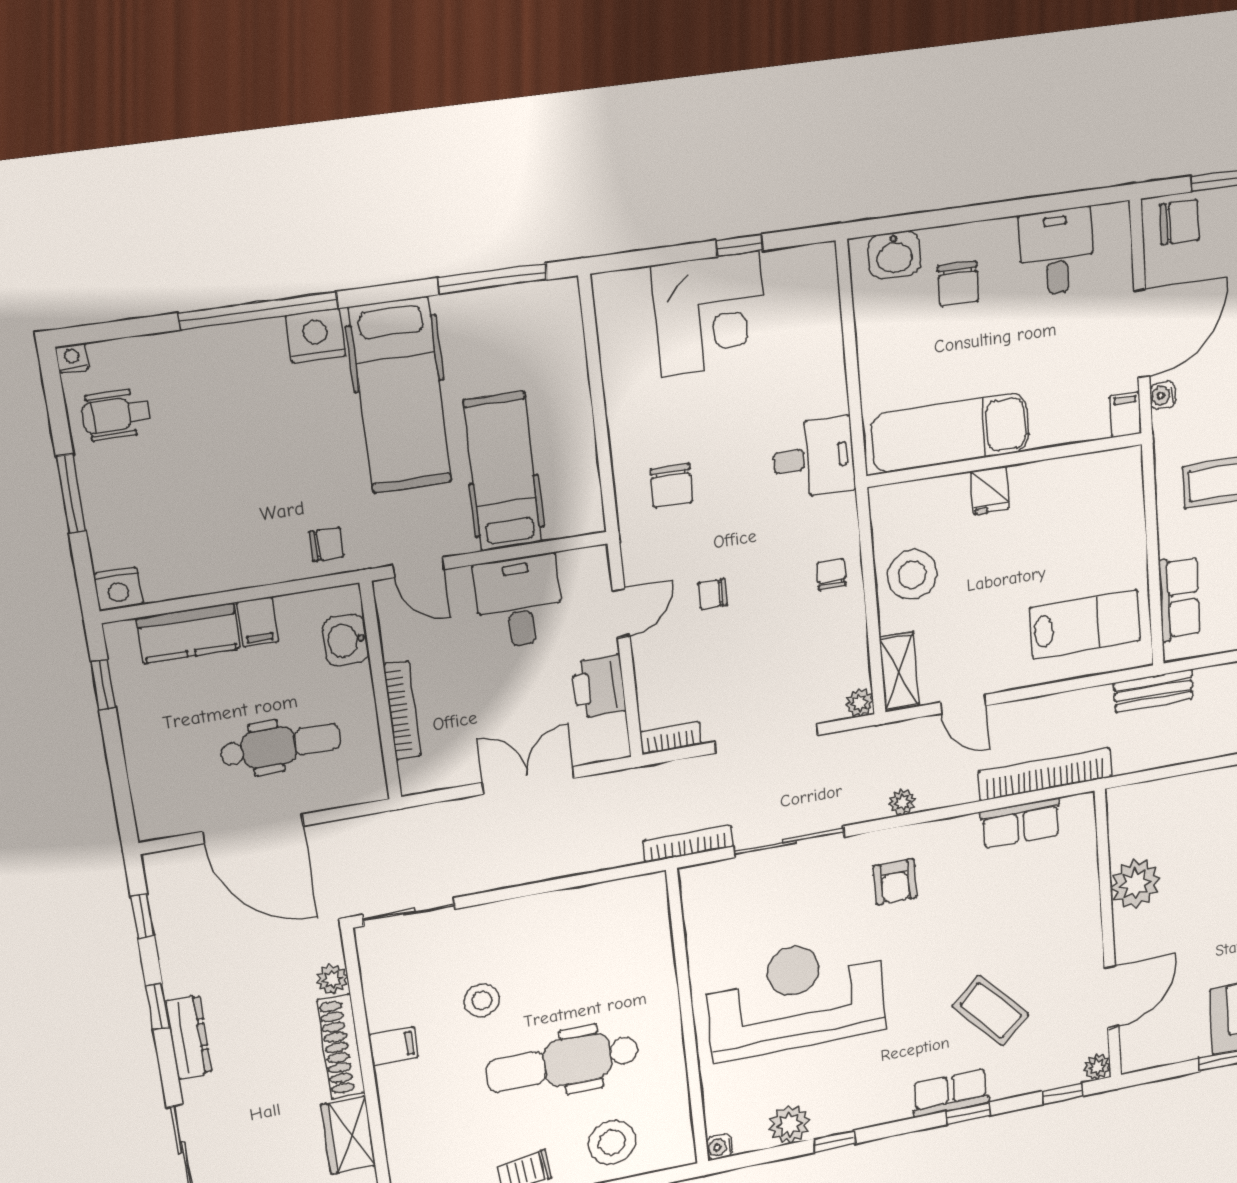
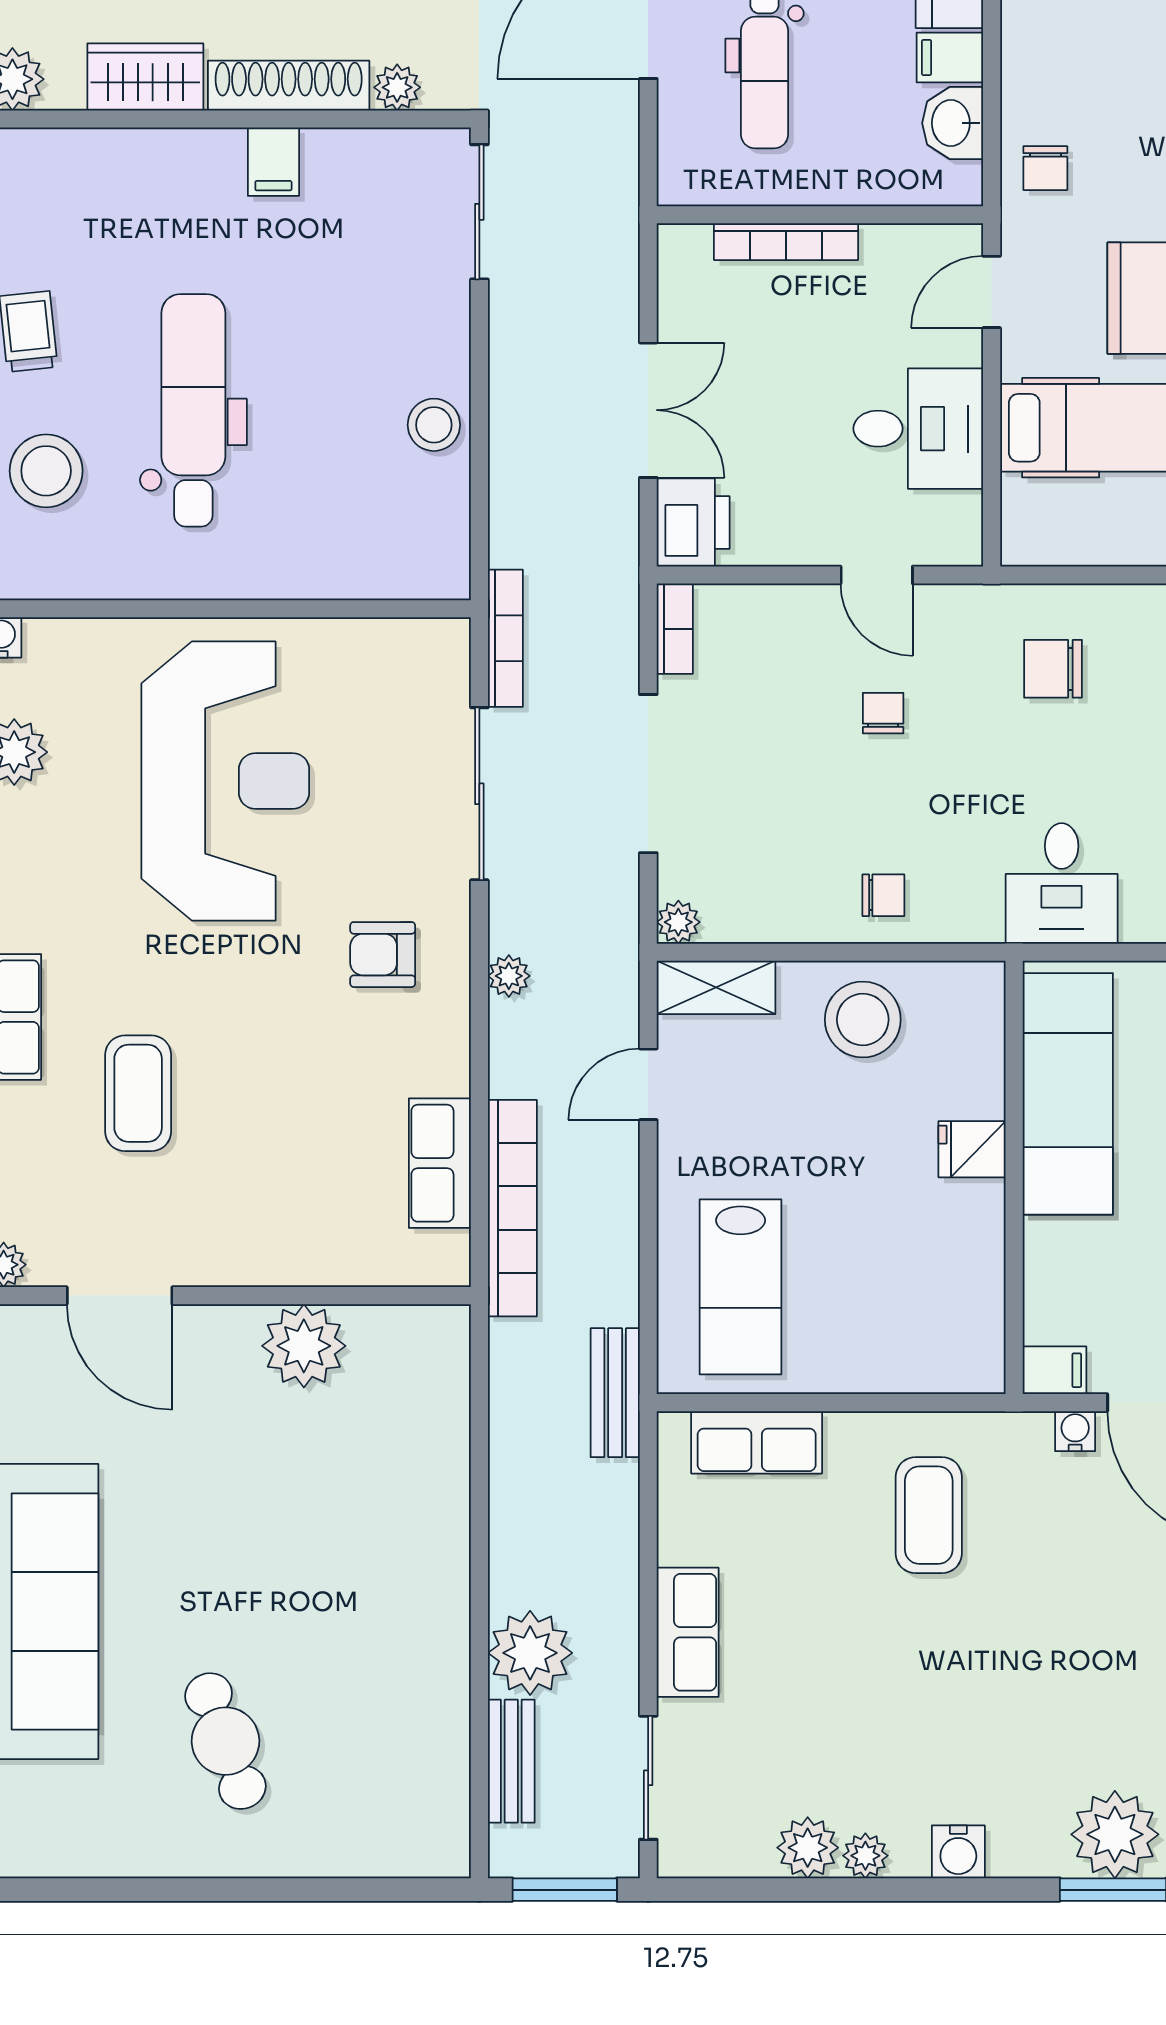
washbasin: (346, 640) -> (953, 123), moved, turned -90
printer: (599, 687) -> (693, 523), moved, turned 90
stool: (482, 1000) -> (434, 425), moved
coffee table: (991, 1010) -> (138, 1093), turned -47

